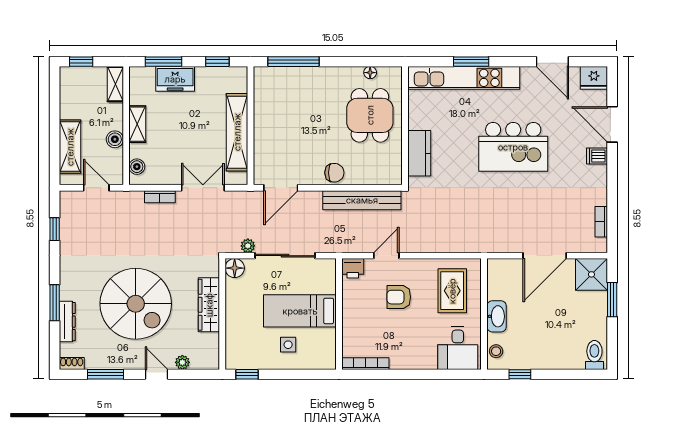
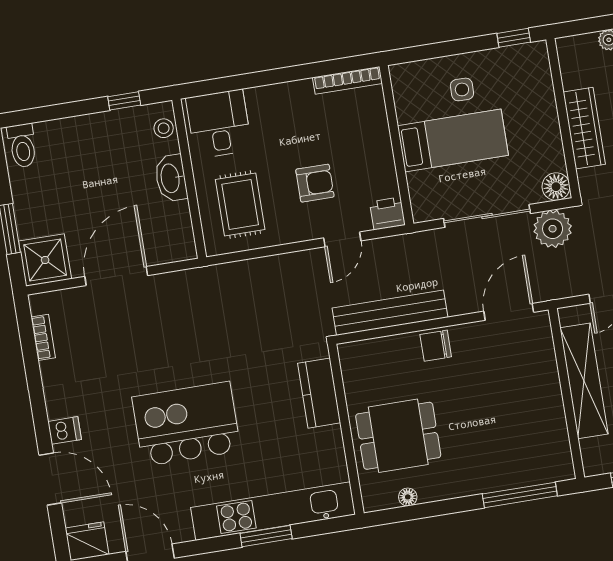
dining table: (370, 115) -> (398, 436), turned 90
plant: (248, 246) -> (553, 229), width x1.88, depth x1.88

